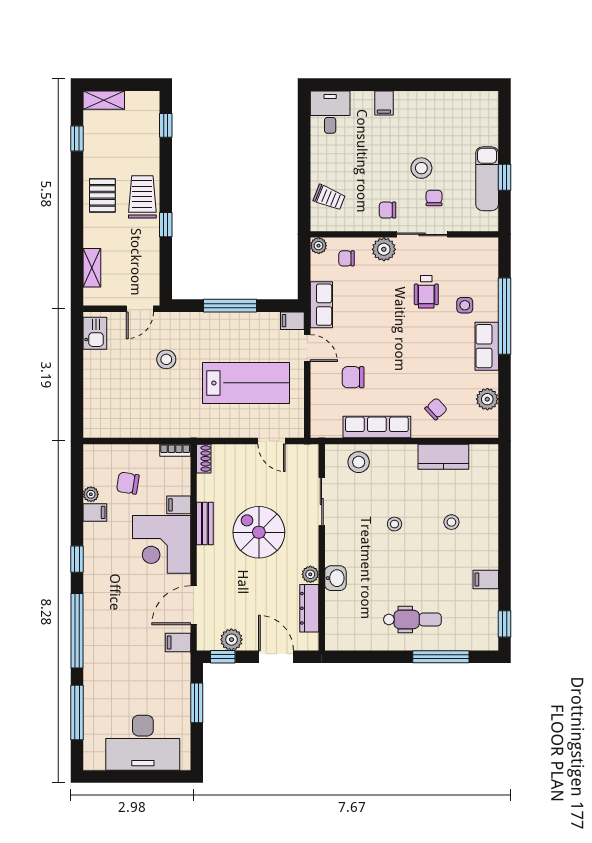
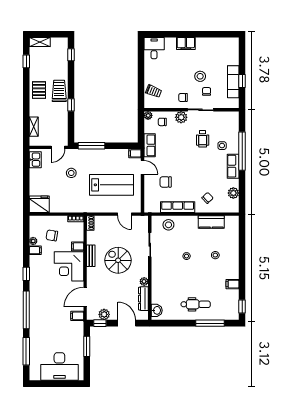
filing cabinet: (384, 103) -> (186, 43), width x2.00
window: (230, 306) -> (92, 146), moved
fridge: (103, 421) -> (39, 204), added
washbasin: (335, 578) -> (157, 310), moved

